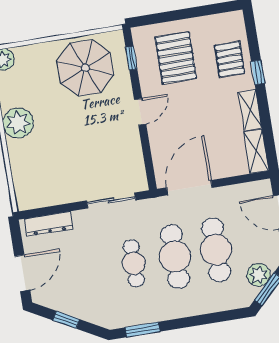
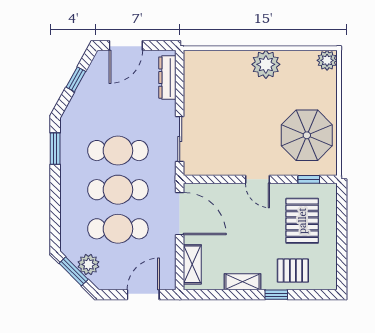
pallet: (176, 58) -> (302, 221), turned 90
shelving: (256, 151) -> (192, 264), moved, turned 90
cafe table: (134, 263) -> (118, 151), width x1.37, depth x1.35
door: (22, 273) -> (126, 46), hinge flipped

